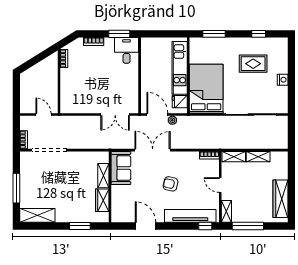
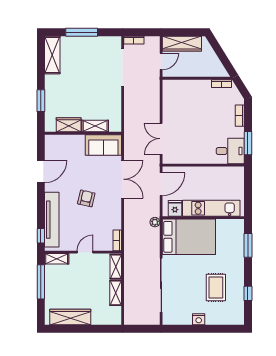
wardrobe: (27, 95) -> (182, 44), added
plant: (172, 120) -> (155, 222), moved

